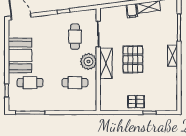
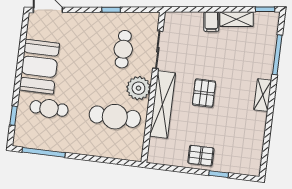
pallet: (133, 59) -> (204, 93), width x0.67, depth x0.71
shelving: (106, 63) -> (162, 104), width x1.47
cafe table: (75, 83) -> (115, 117), width x1.37, depth x1.35

